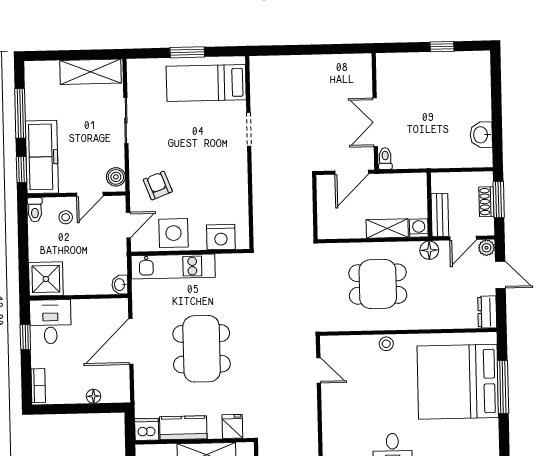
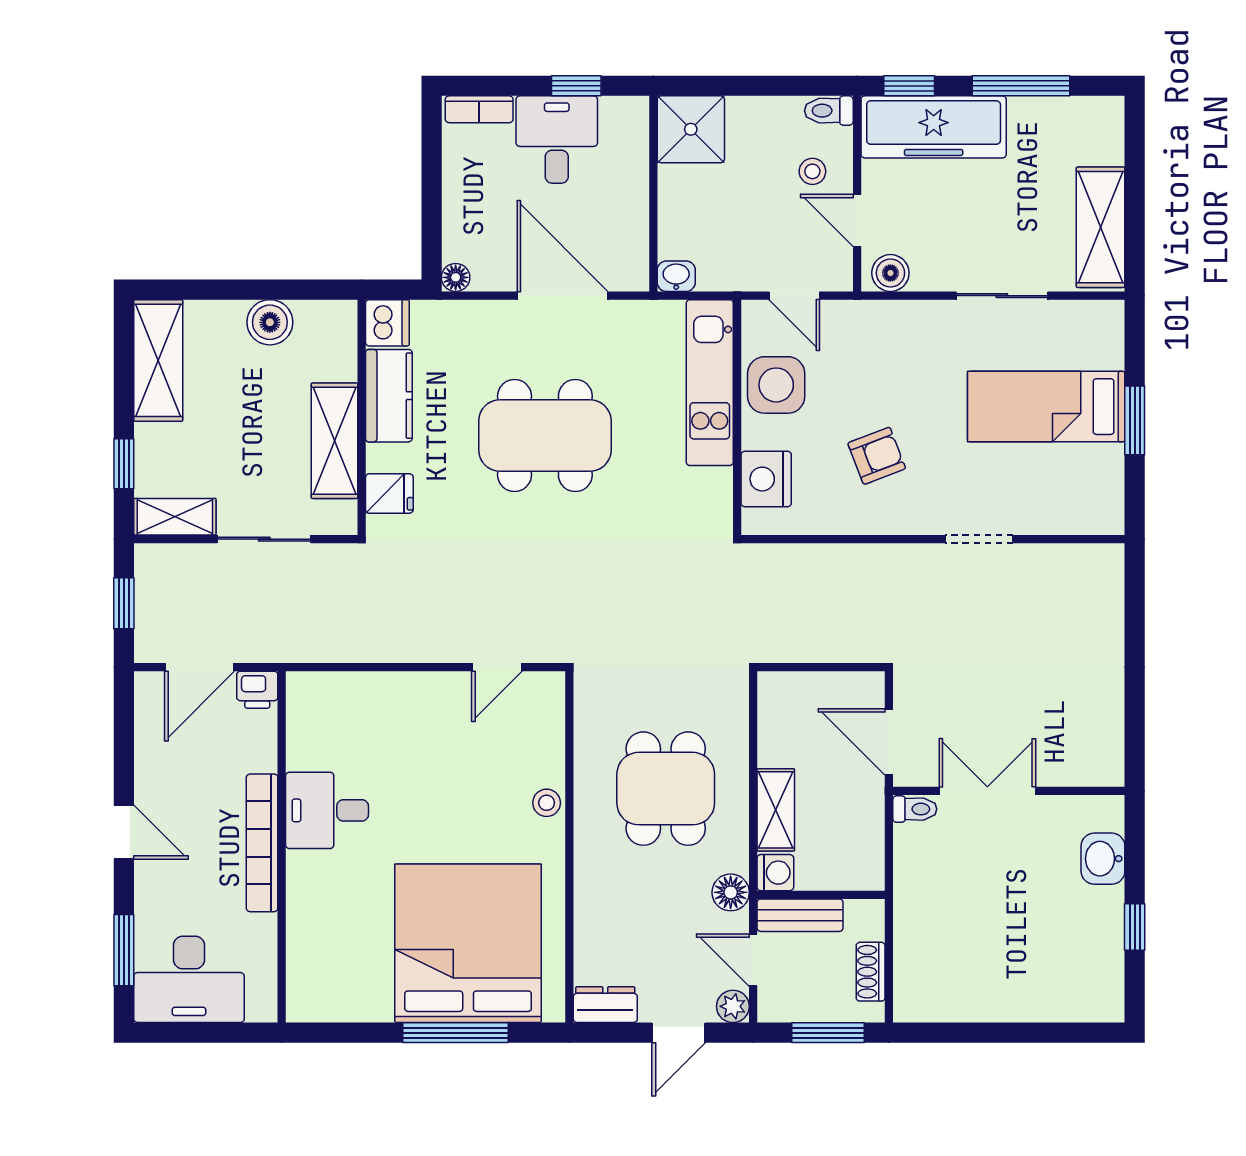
bed: (206, 83) -> (1046, 407), moved, turned -90
washbasin: (481, 135) -> (1103, 859), moved, turned -90
armchair: (158, 186) -> (877, 456), moved
shoe rack: (486, 202) -> (871, 972), moved, turned -90
desk: (50, 322) -> (557, 140), moved, turned -90
floor lamp: (94, 396) -> (456, 277), moved

